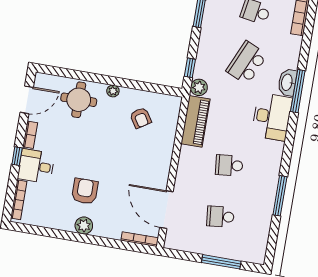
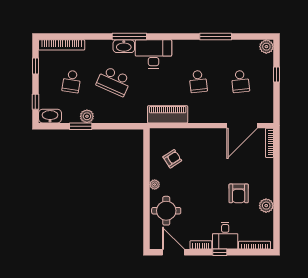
window: (190, 68) -> (126, 126), removed
plant: (199, 87) -> (87, 116), moved
armchair: (85, 191) -> (239, 193), turned -90
plant: (84, 226) -> (266, 206), moved
plant: (257, 255) -> (266, 47), added
window: (221, 262) -> (276, 74), width x0.46

